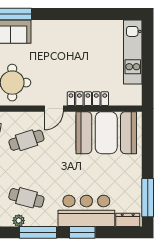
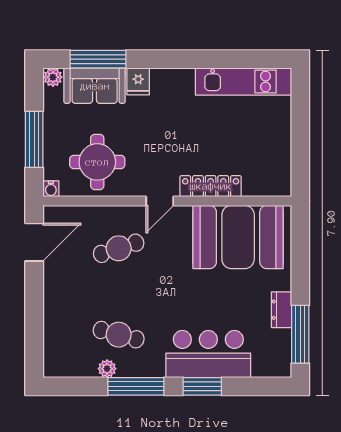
fridge: (39, 29) -> (138, 81), added
kitchen unit: (133, 52) -> (243, 82), moved, turned -90
dresser: (128, 220) -> (282, 310), moved, turned -90

